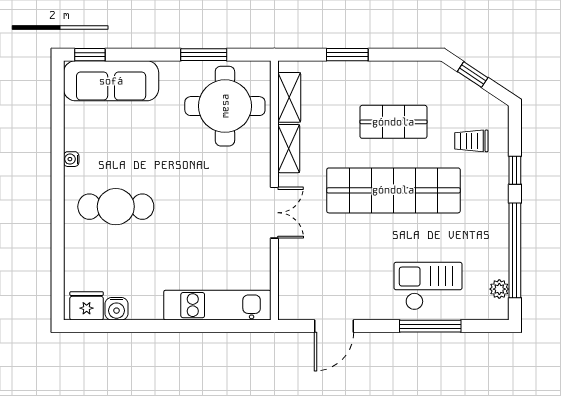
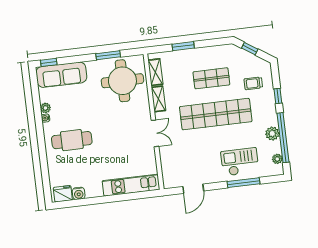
plant: (73, 140) -> (45, 108), added
plant: (496, 240) -> (272, 134), added

